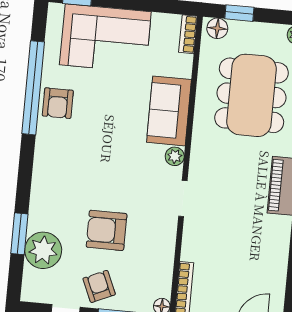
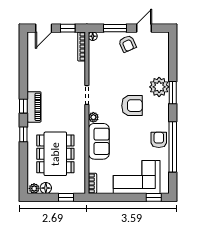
floor lamp: (217, 28) -> (46, 188), moved
armchair: (107, 230) -> (132, 106), moved
window: (19, 234) -> (173, 93), moved
plant: (43, 250) -> (159, 87), moved

